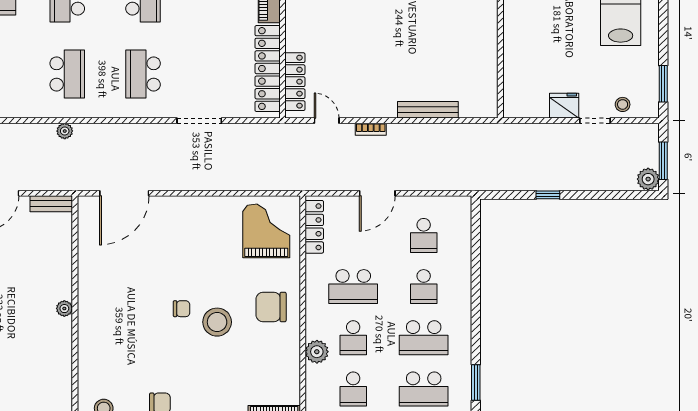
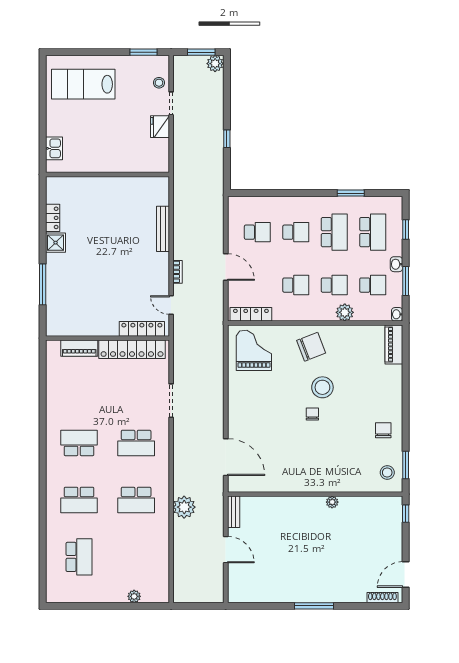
school desk: (67, 74) -> (136, 500), turned 180
door: (327, 121) -> (171, 305), hinge flipped
plant: (65, 131) -> (184, 507), width x1.87, depth x1.87
grand piano: (266, 231) -> (254, 350), turned 90
school desk: (353, 287) -> (296, 285), width x0.54
chair: (271, 307) -> (311, 347), turned -111
plant: (64, 309) -> (332, 502), moved
window: (476, 382) -> (351, 193), moved

